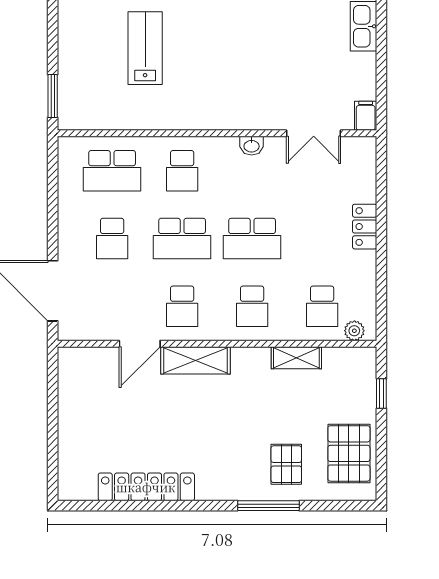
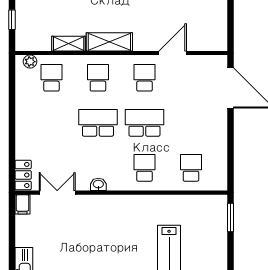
school desk: (112, 171) -> (191, 168), width x0.54
locker: (365, 227) -> (23, 175), moved
school desk: (112, 239) -> (191, 123), removed
shelving: (195, 360) -> (109, 42), moved

